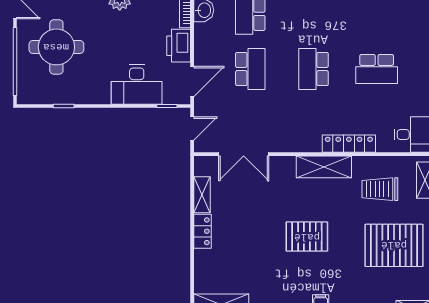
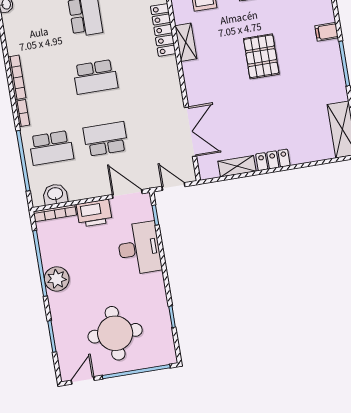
shelving: (324, 167) -> (186, 42), width x0.67, depth x0.75

